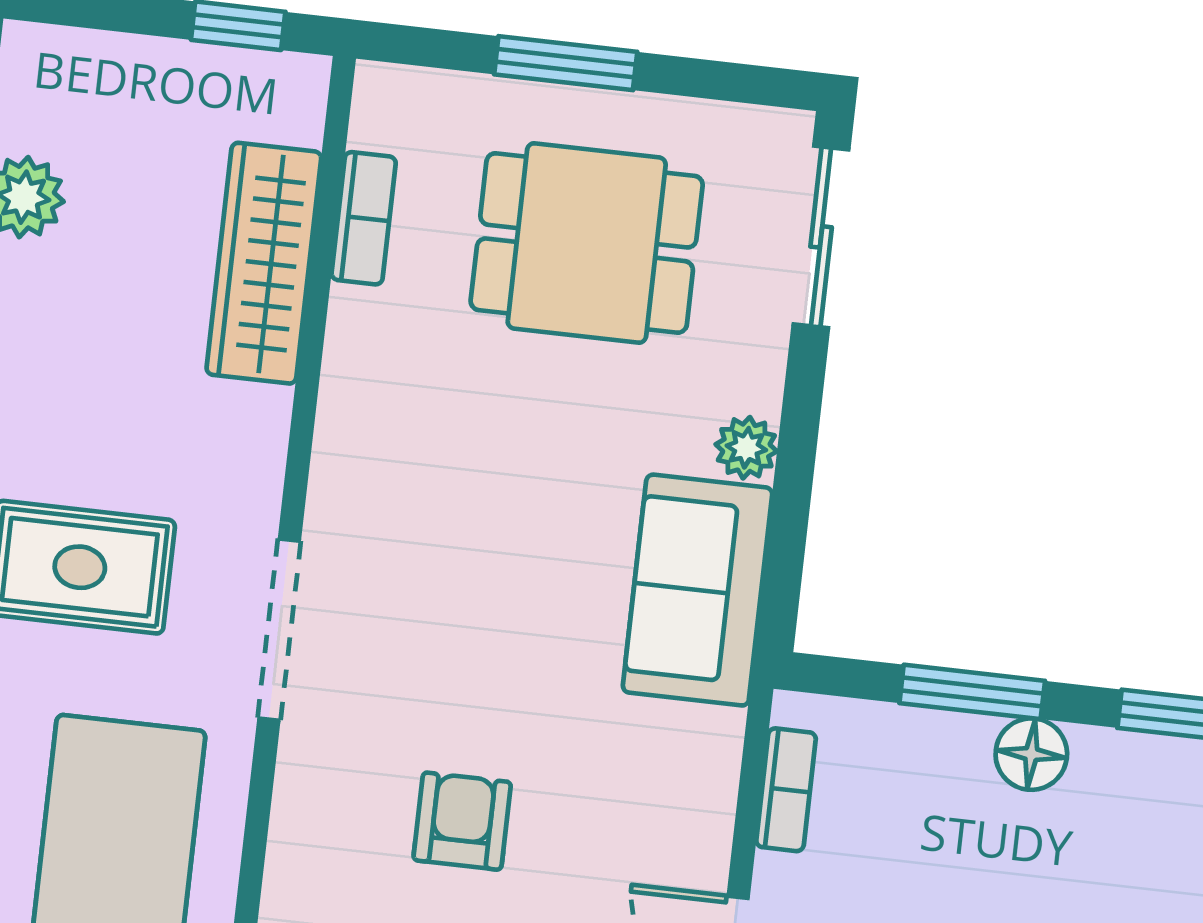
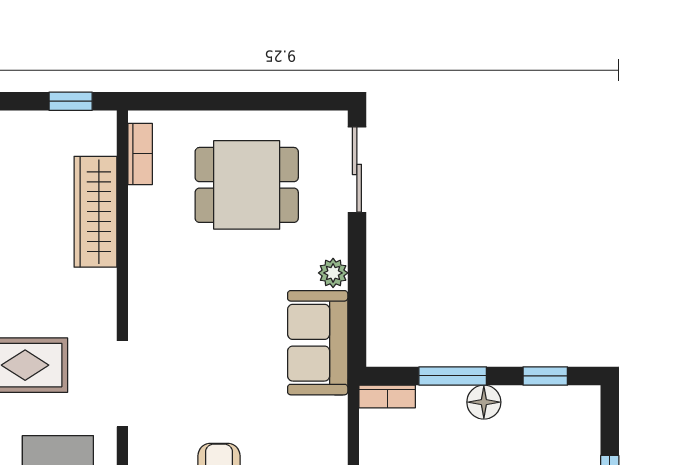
window: (566, 63) -> (227, 101), removed
bookcase: (364, 218) -> (140, 154), moved
bookcase: (786, 790) -> (387, 396), moved, turned 90

